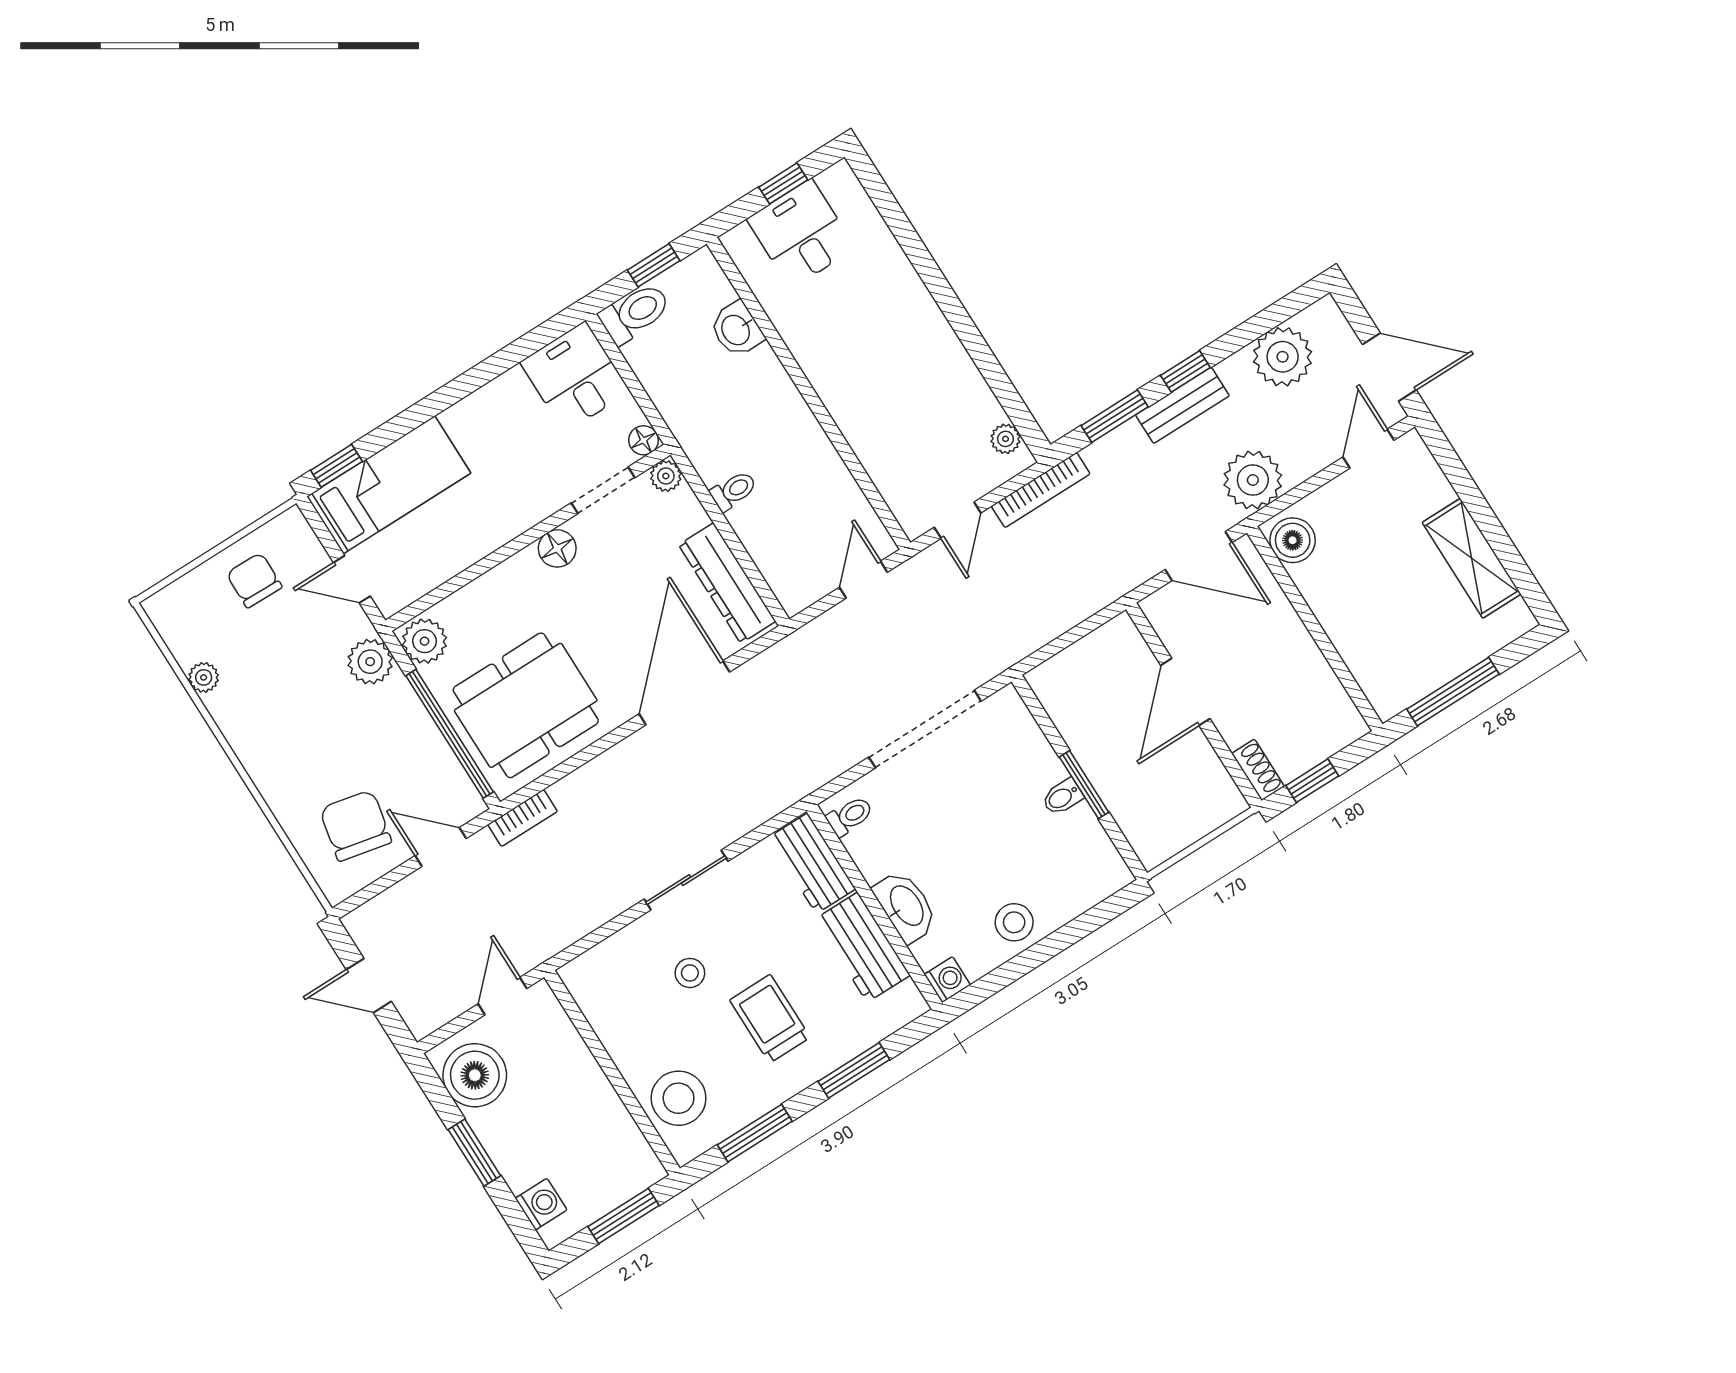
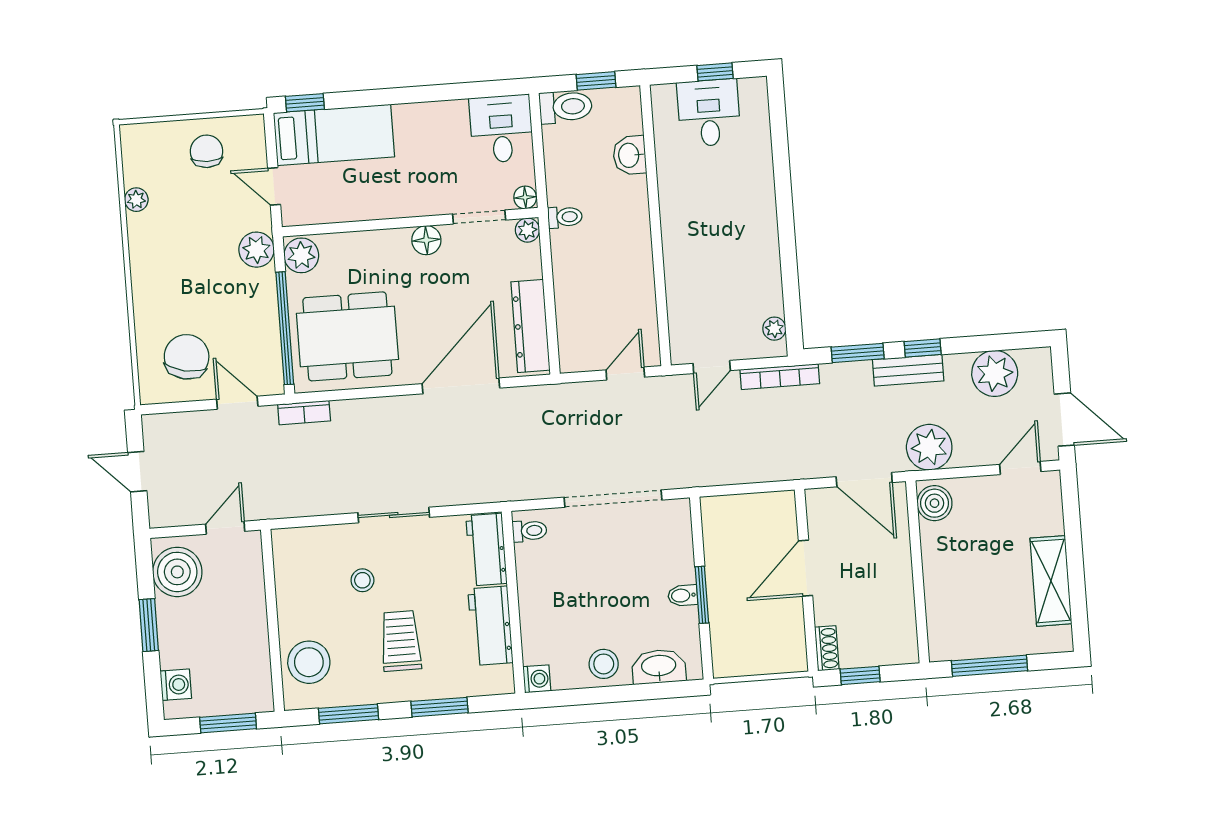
toilet: (733, 491) -> (565, 217), moved
washbasin: (906, 906) -> (659, 667), moved, turned -90

